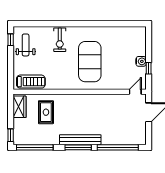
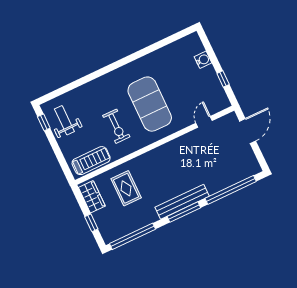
exercise bike: (60, 40) -> (116, 126), moved
water cooler: (141, 61) -> (203, 60), moved
door: (135, 92) -> (204, 122), moved
window: (11, 135) -> (91, 223), moved

